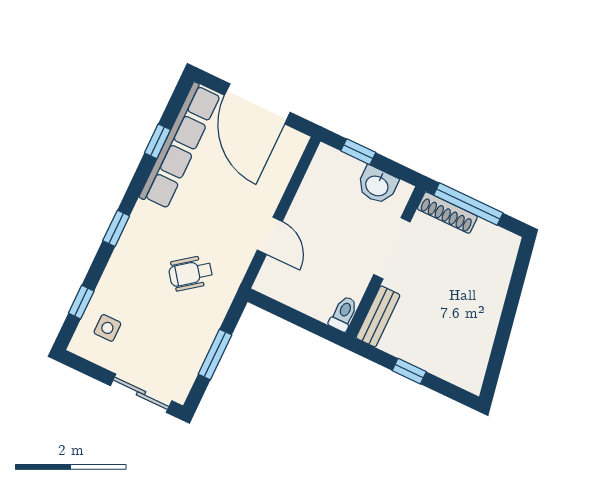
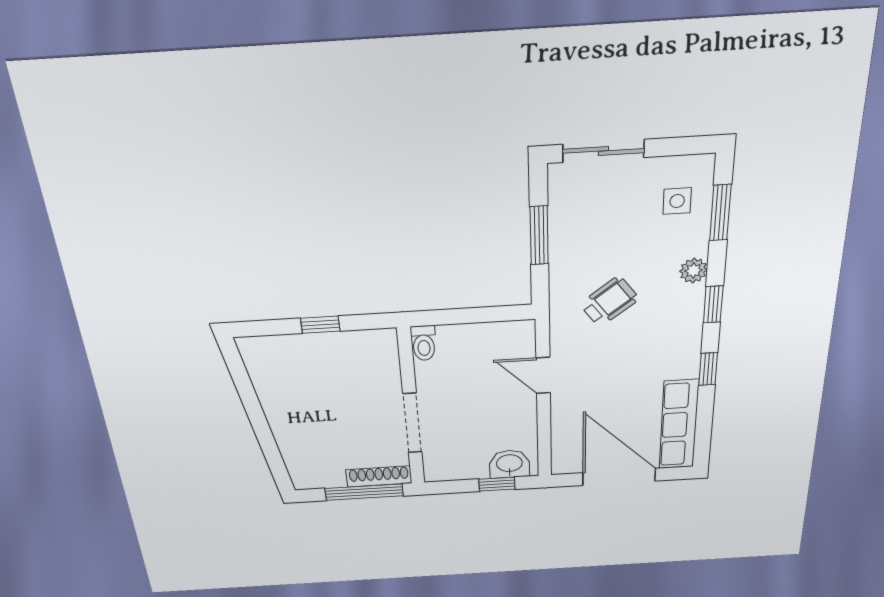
window: (158, 141) -> (708, 369), moved
row of seats: (180, 146) -> (679, 425), width x0.73
washbasin: (377, 185) -> (509, 464), moved
plant: (119, 265) -> (693, 271), added
window: (81, 302) -> (720, 213), width x1.50
bench: (378, 316) -> (386, 358), removed

